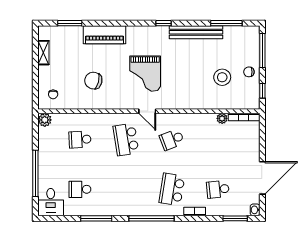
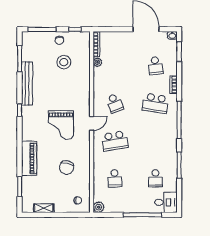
grand piano: (145, 74) -> (61, 125), turned 90

